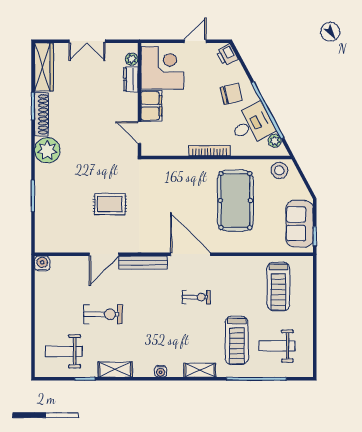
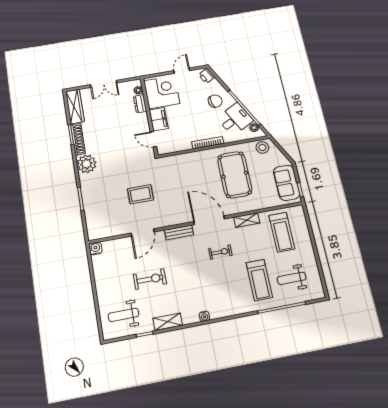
bench: (143, 263) -> (179, 232), width x0.73
shelving: (200, 370) -> (247, 220), moved

